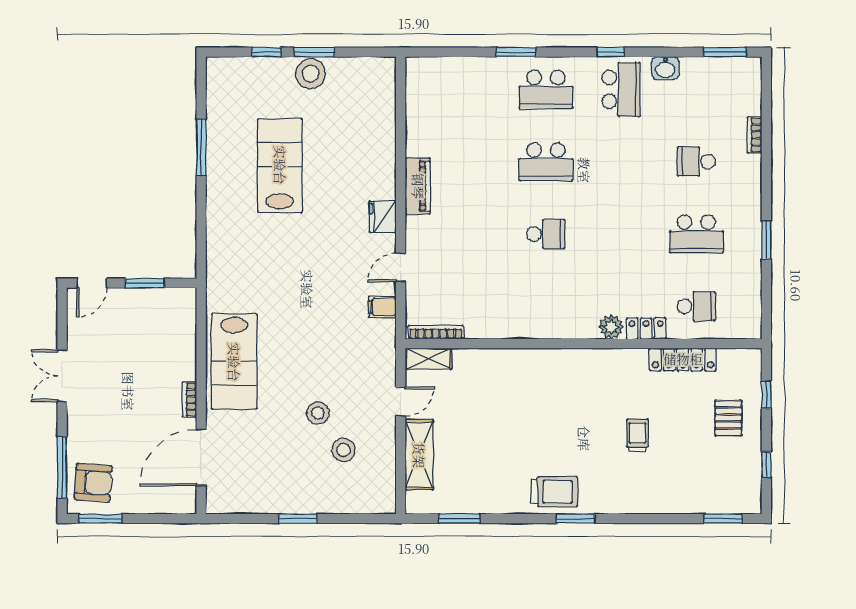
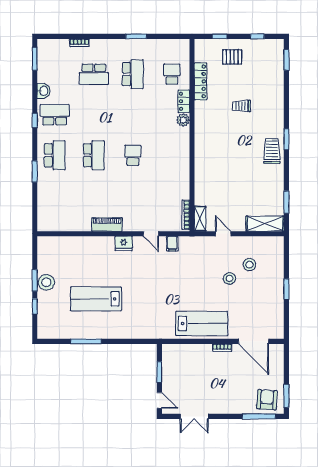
school desk: (696, 162) -> (94, 74), width x1.85
double door: (62, 376) -> (194, 416), moved
shelving: (419, 455) -> (265, 224), moved

